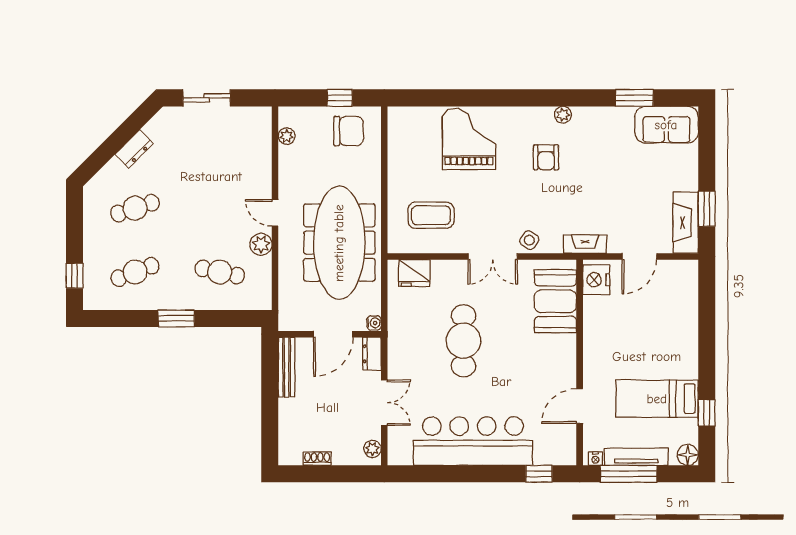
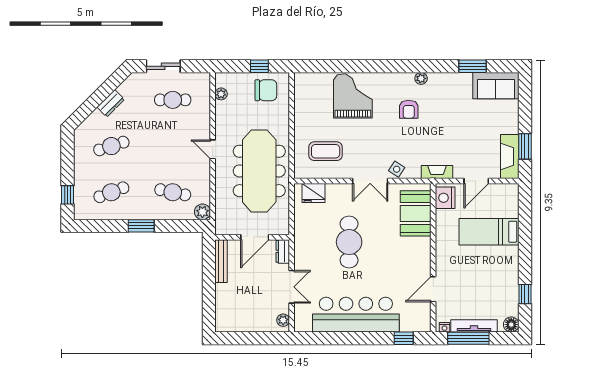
cafe table: (220, 144) -> (173, 100), added
plant: (261, 244) -> (202, 212), moved
water cooler: (374, 323) -> (284, 229), removed
bed: (657, 399) -> (489, 232), moved
shoe rack: (317, 459) -> (243, 327), removed

